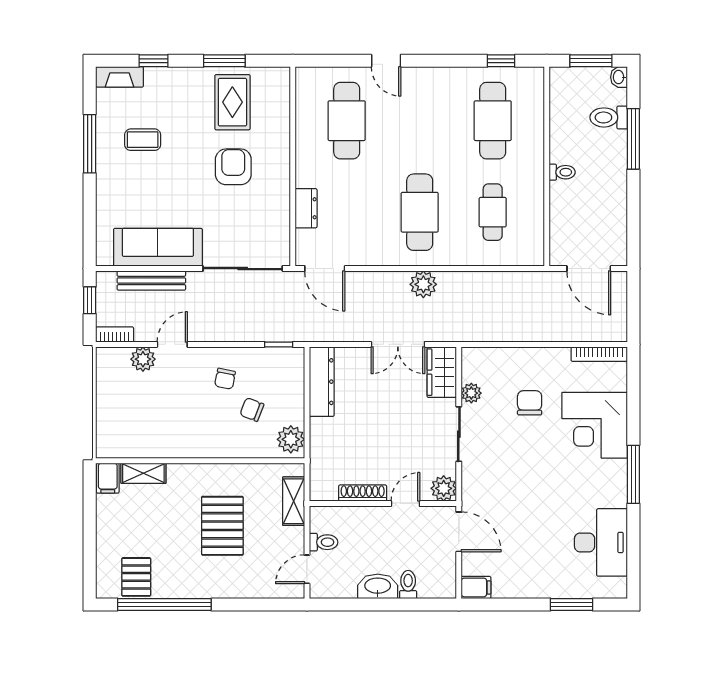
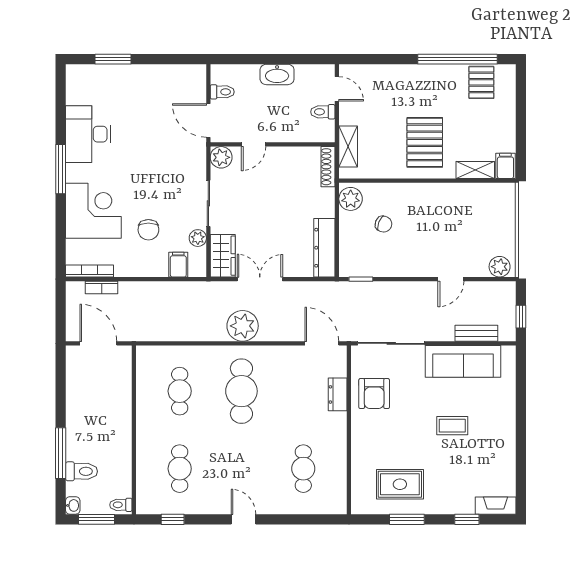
door: (386, 61) -> (243, 519), moved
rug: (232, 102) -> (400, 484), turned 90
cafe table: (347, 121) -> (303, 469), width x0.73, depth x0.74
cafe table: (493, 121) -> (180, 469), width x0.73, depth x0.74
coffee table: (143, 140) -> (452, 426), moved
window: (90, 144) -> (521, 449), removed
armchair: (233, 167) -> (374, 394), moved
toilet: (562, 172) -> (121, 505), moved
bench: (151, 280) -> (476, 333), width x0.73
plant: (423, 284) -> (243, 326), width x1.36, depth x1.36
bookcase: (115, 335) -> (102, 288), moved
plant: (143, 359) -> (500, 267), moved
chair: (225, 379) -> (406, 250), removed
shoe rack: (363, 493) -> (328, 167), moved, turned 90
pallet: (222, 526) -> (425, 142), moved
desk: (601, 542) -> (88, 134), moved
door: (307, 569) -> (337, 89), hinge flipped
toilet: (408, 585) -> (222, 92), moved, turned -90
filing cabinet: (476, 587) -> (178, 265), moved, turned 90

